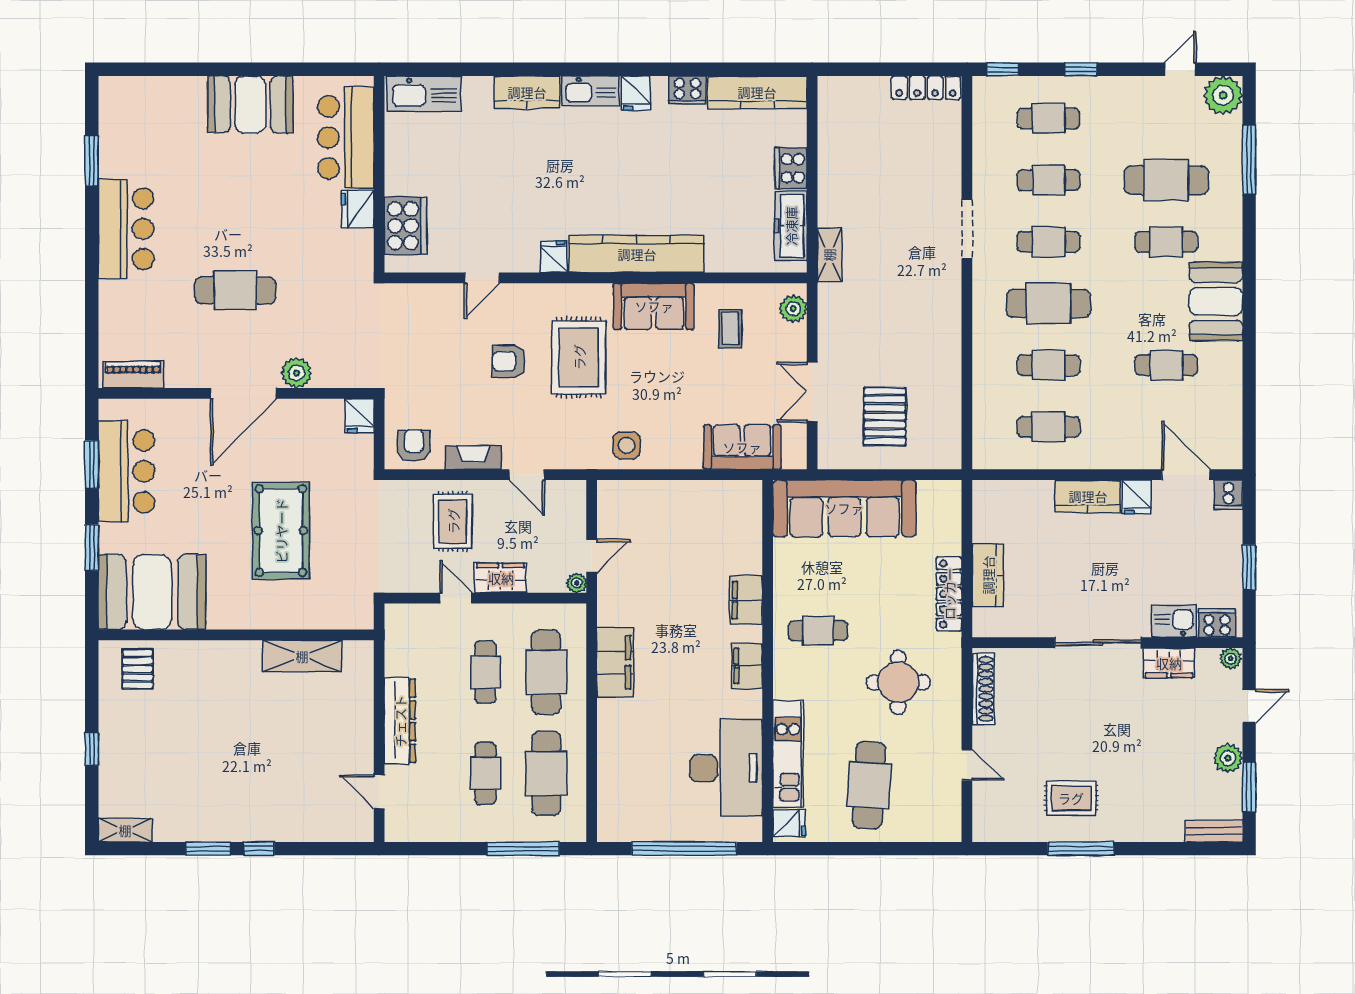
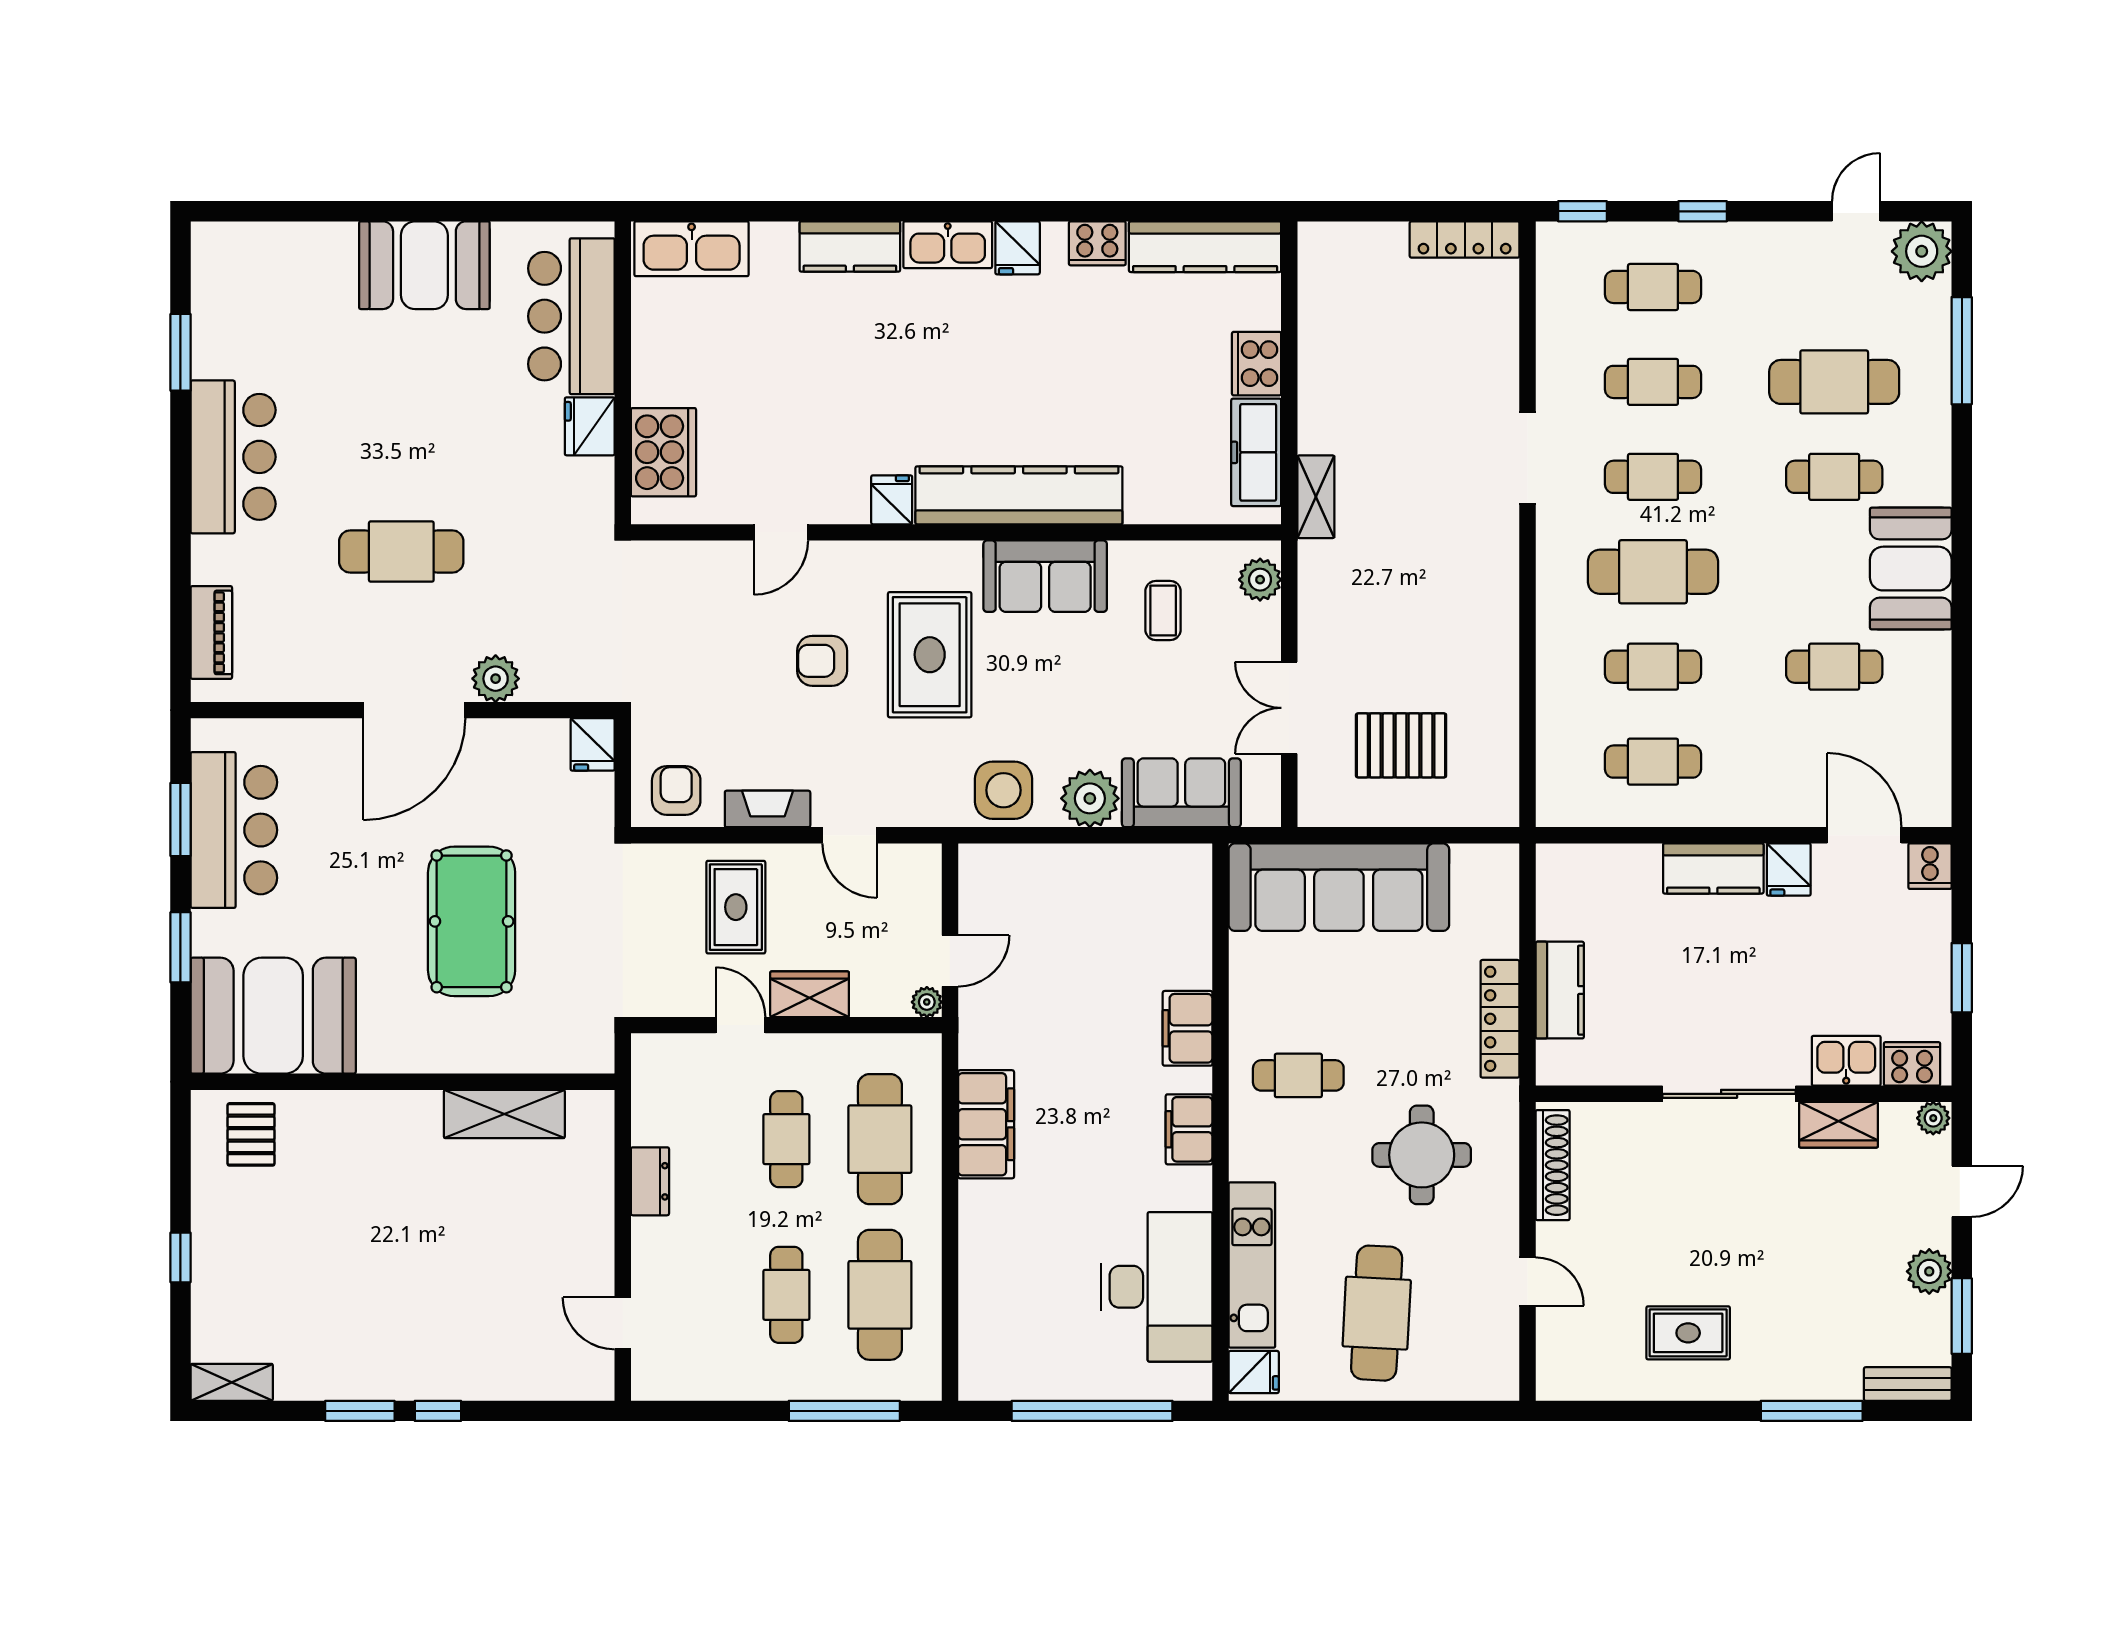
piano: (133, 375) -> (211, 632), moved, turned 90
pallet: (885, 416) -> (1401, 745), turned 90
side table: (627, 445) -> (1003, 790), width x1.37, depth x1.37
plant: (683, 451) -> (1090, 798), added
dresser: (400, 721) -> (650, 1181), width x0.51, depth x0.80
window: (1081, 849) -> (1812, 1411), moved

